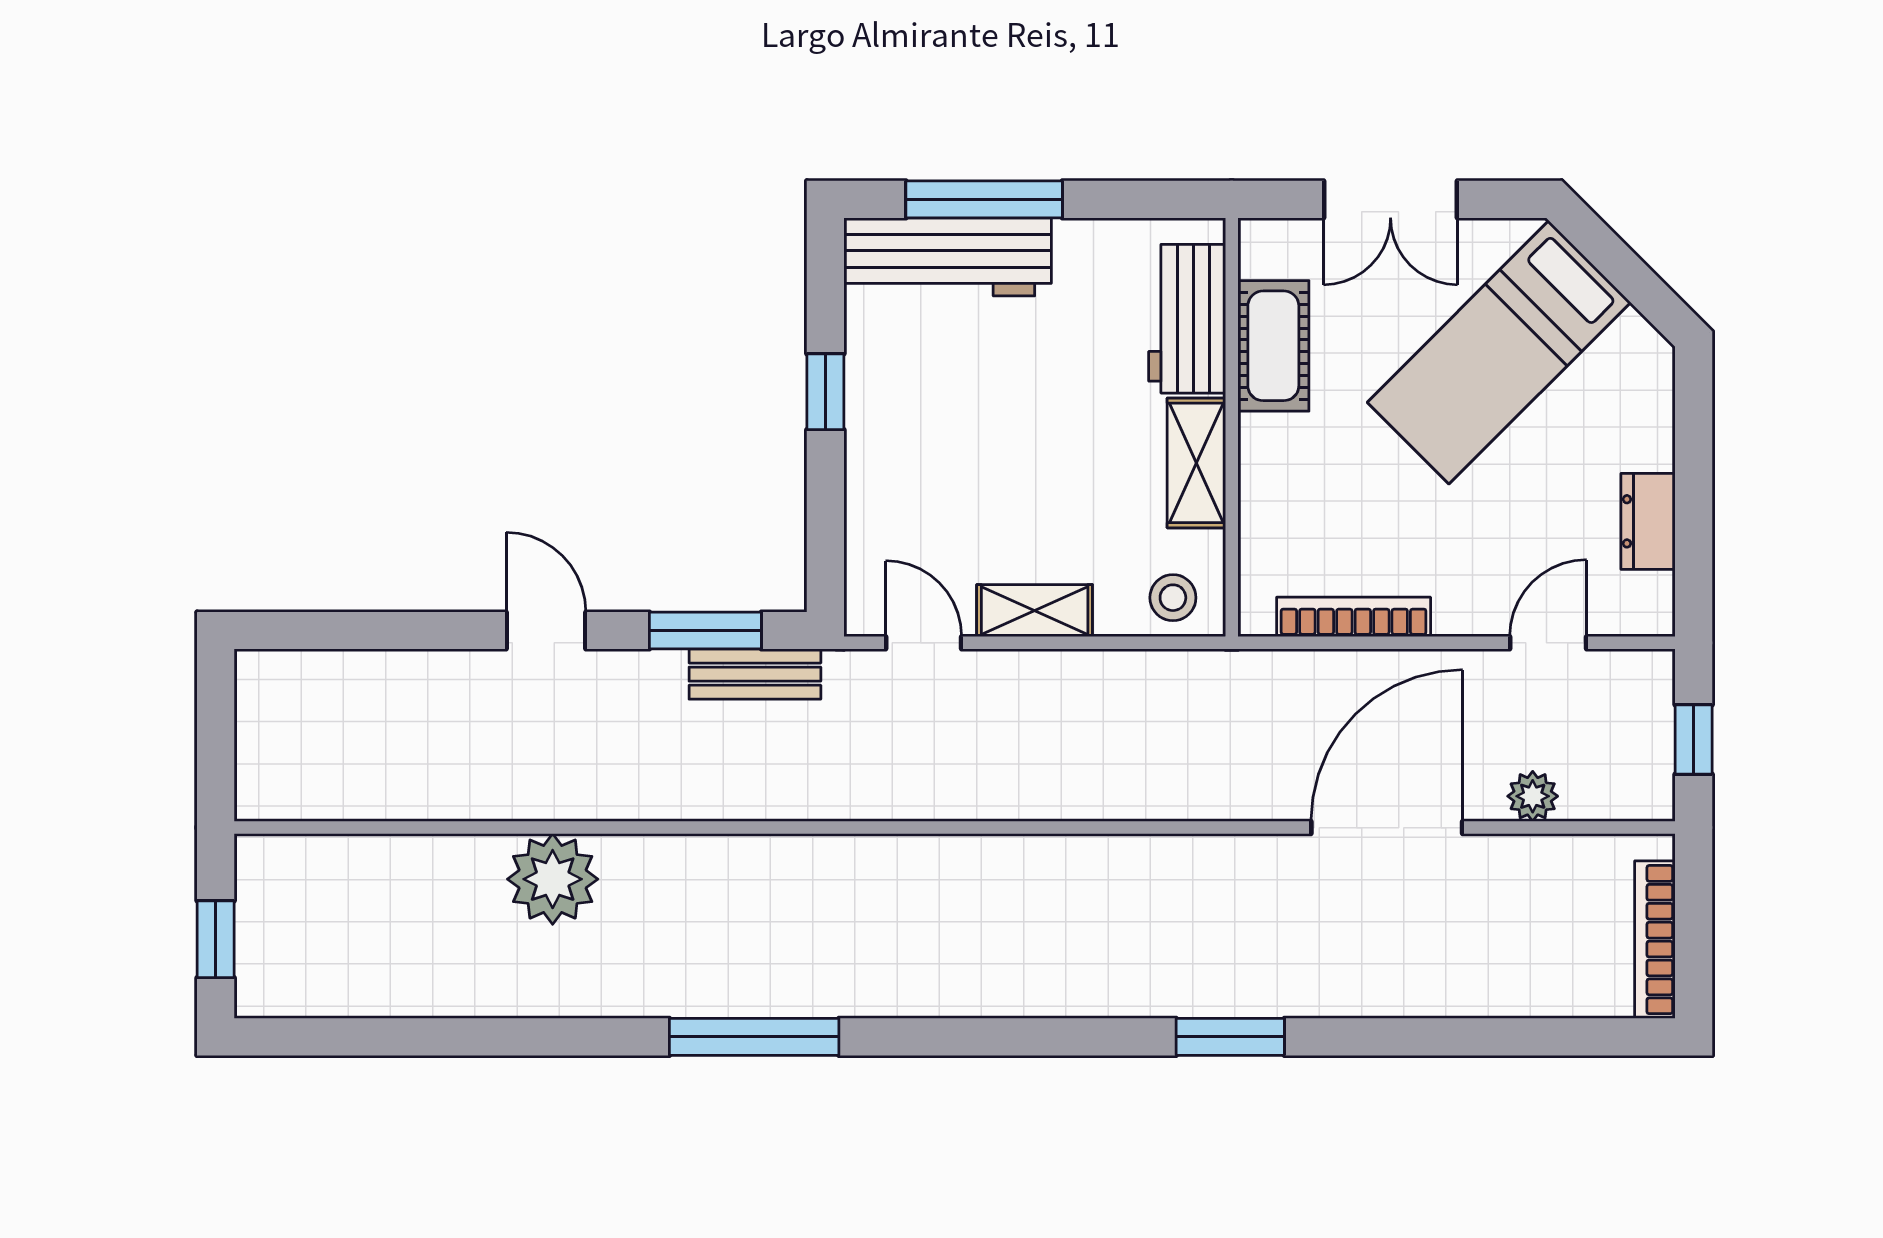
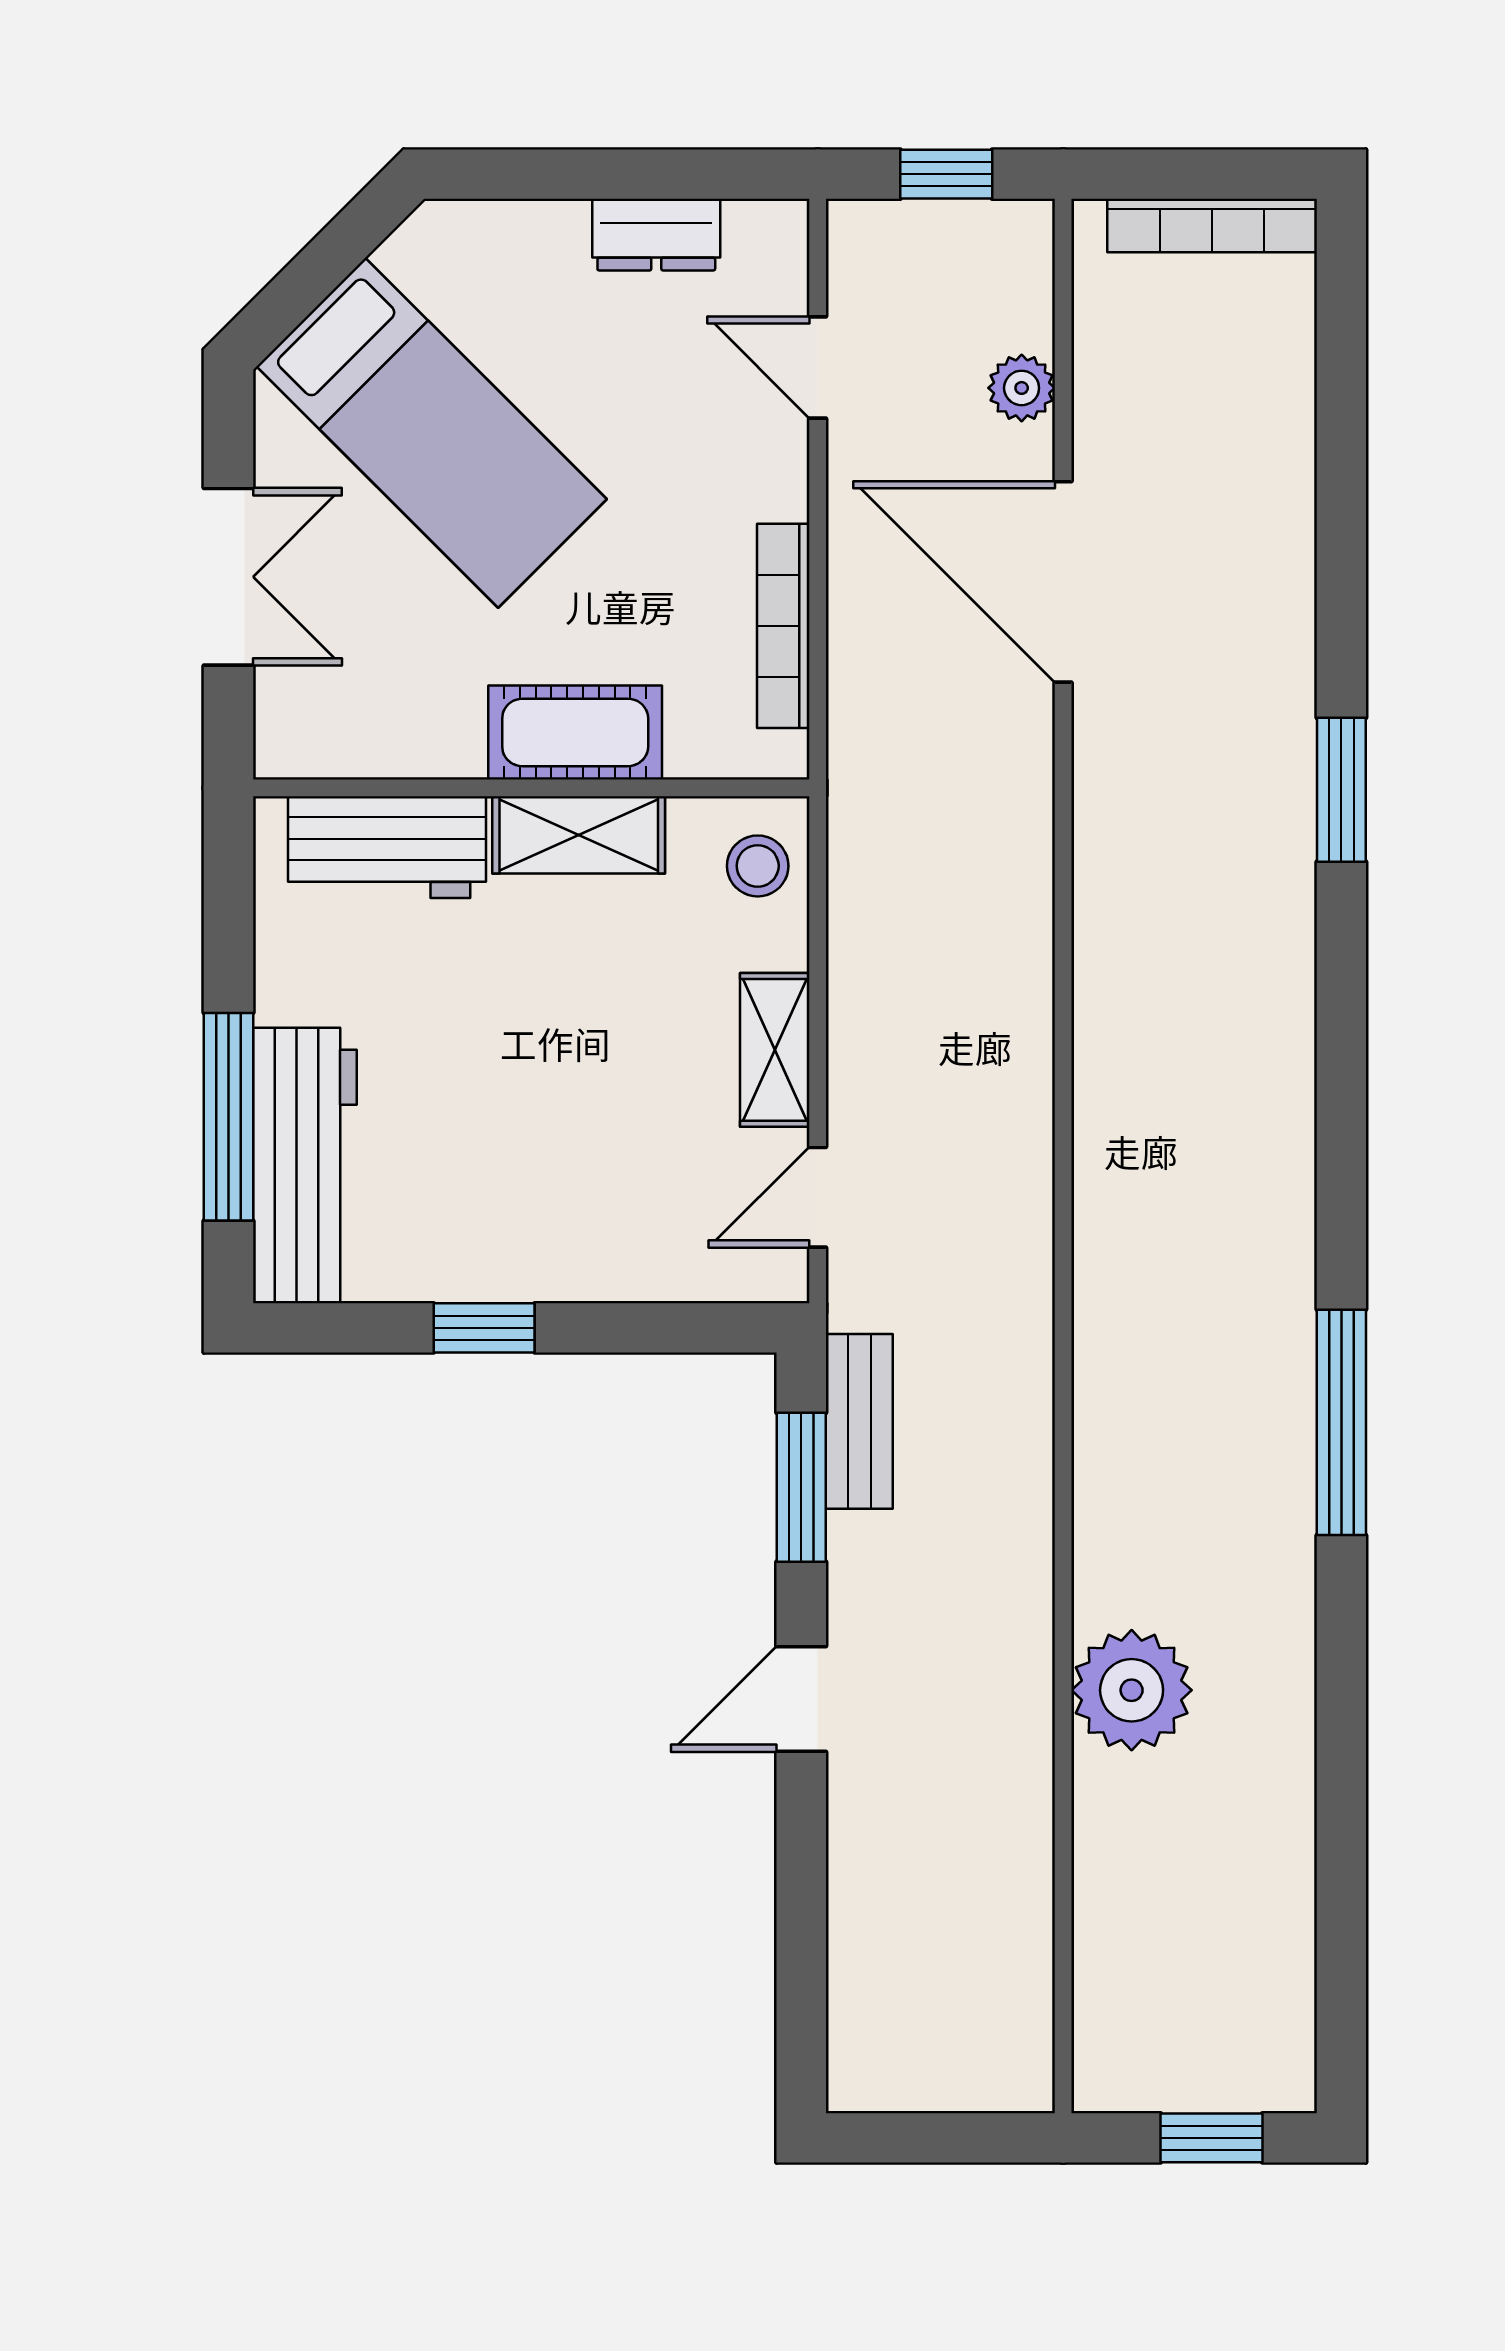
cot: (1273, 346) -> (575, 732), moved

